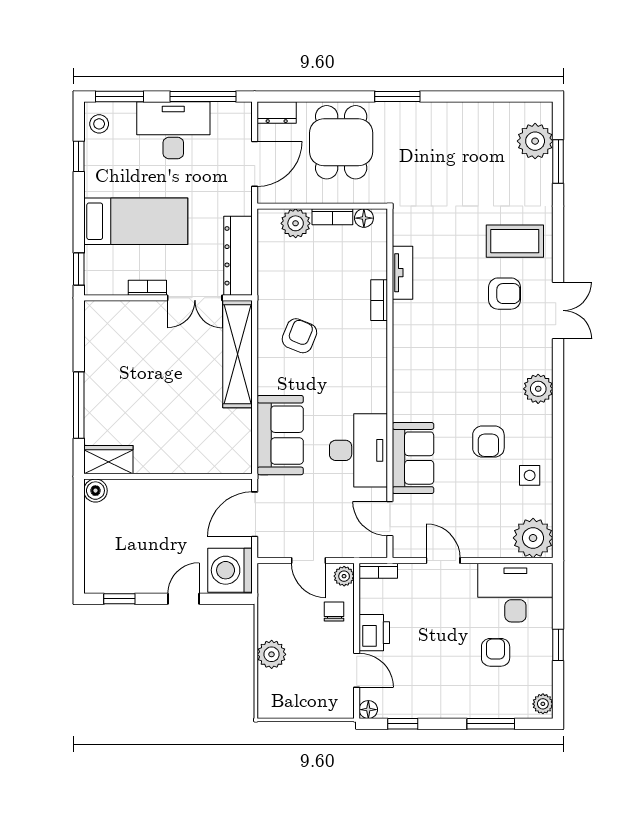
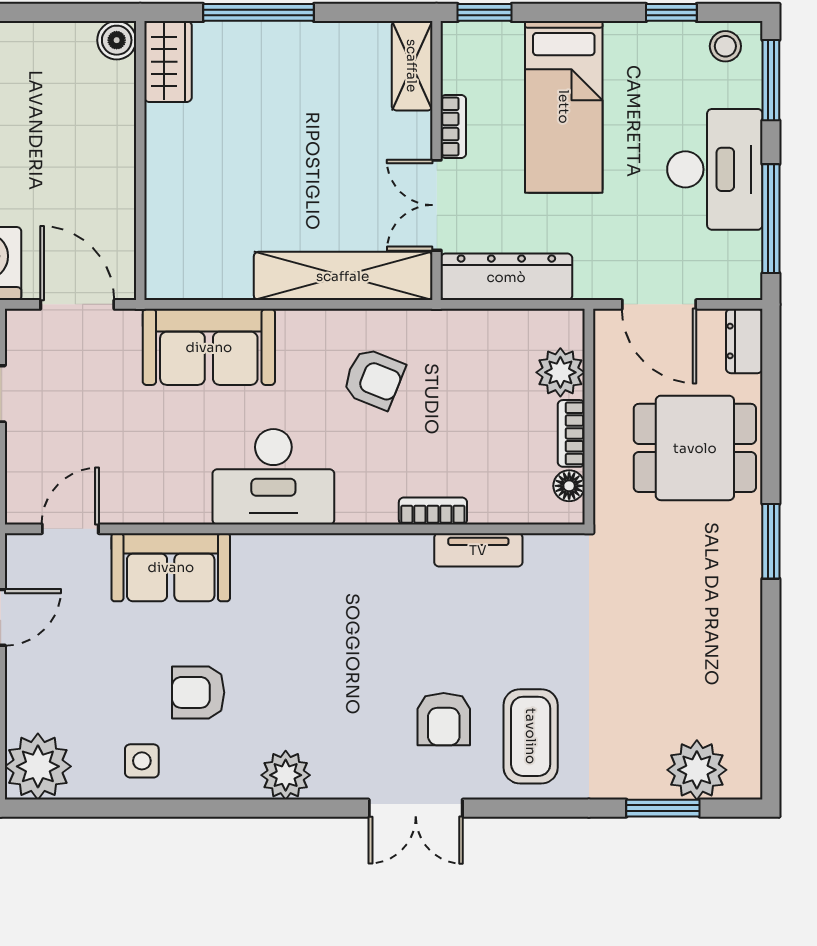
shelving: (111, 313) -> (412, 66), added
desk: (358, 450) -> (273, 477), moved

